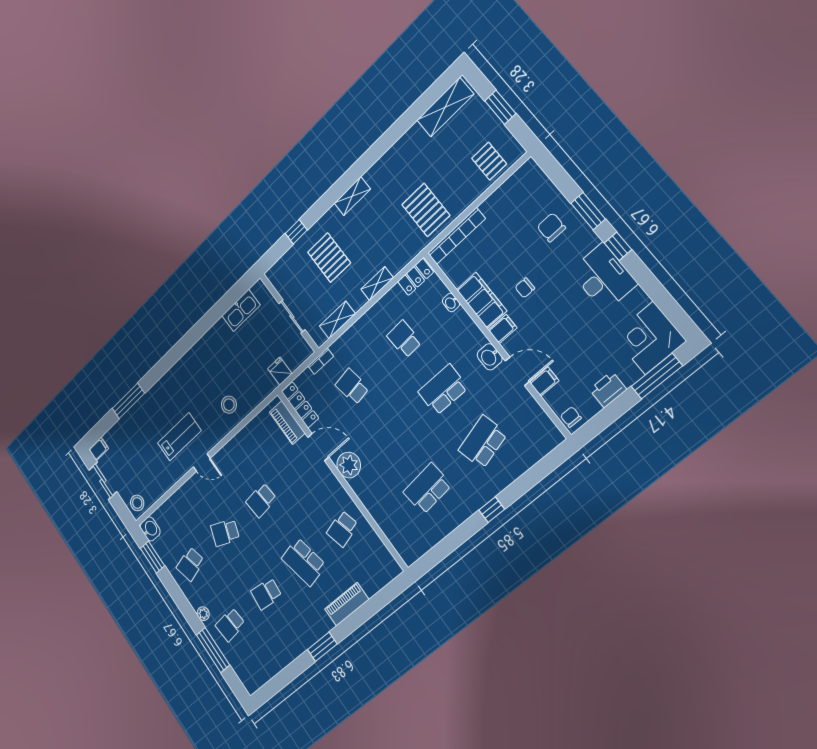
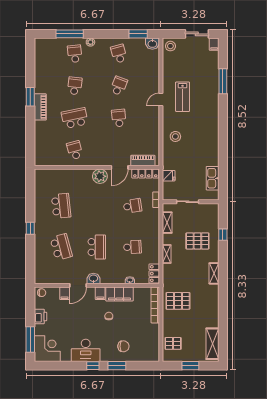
piano: (347, 604) -> (40, 107), moved

